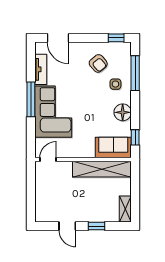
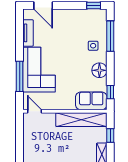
armchair: (98, 63) -> (78, 28), removed
window: (31, 99) -> (20, 76), moved
door: (48, 159) -> (34, 111), hinge flipped
window: (135, 187) -> (110, 136), added

